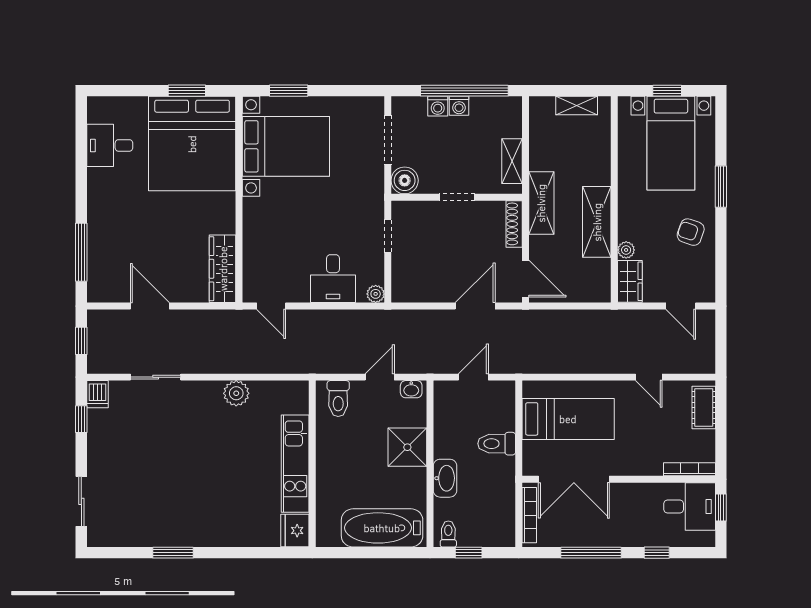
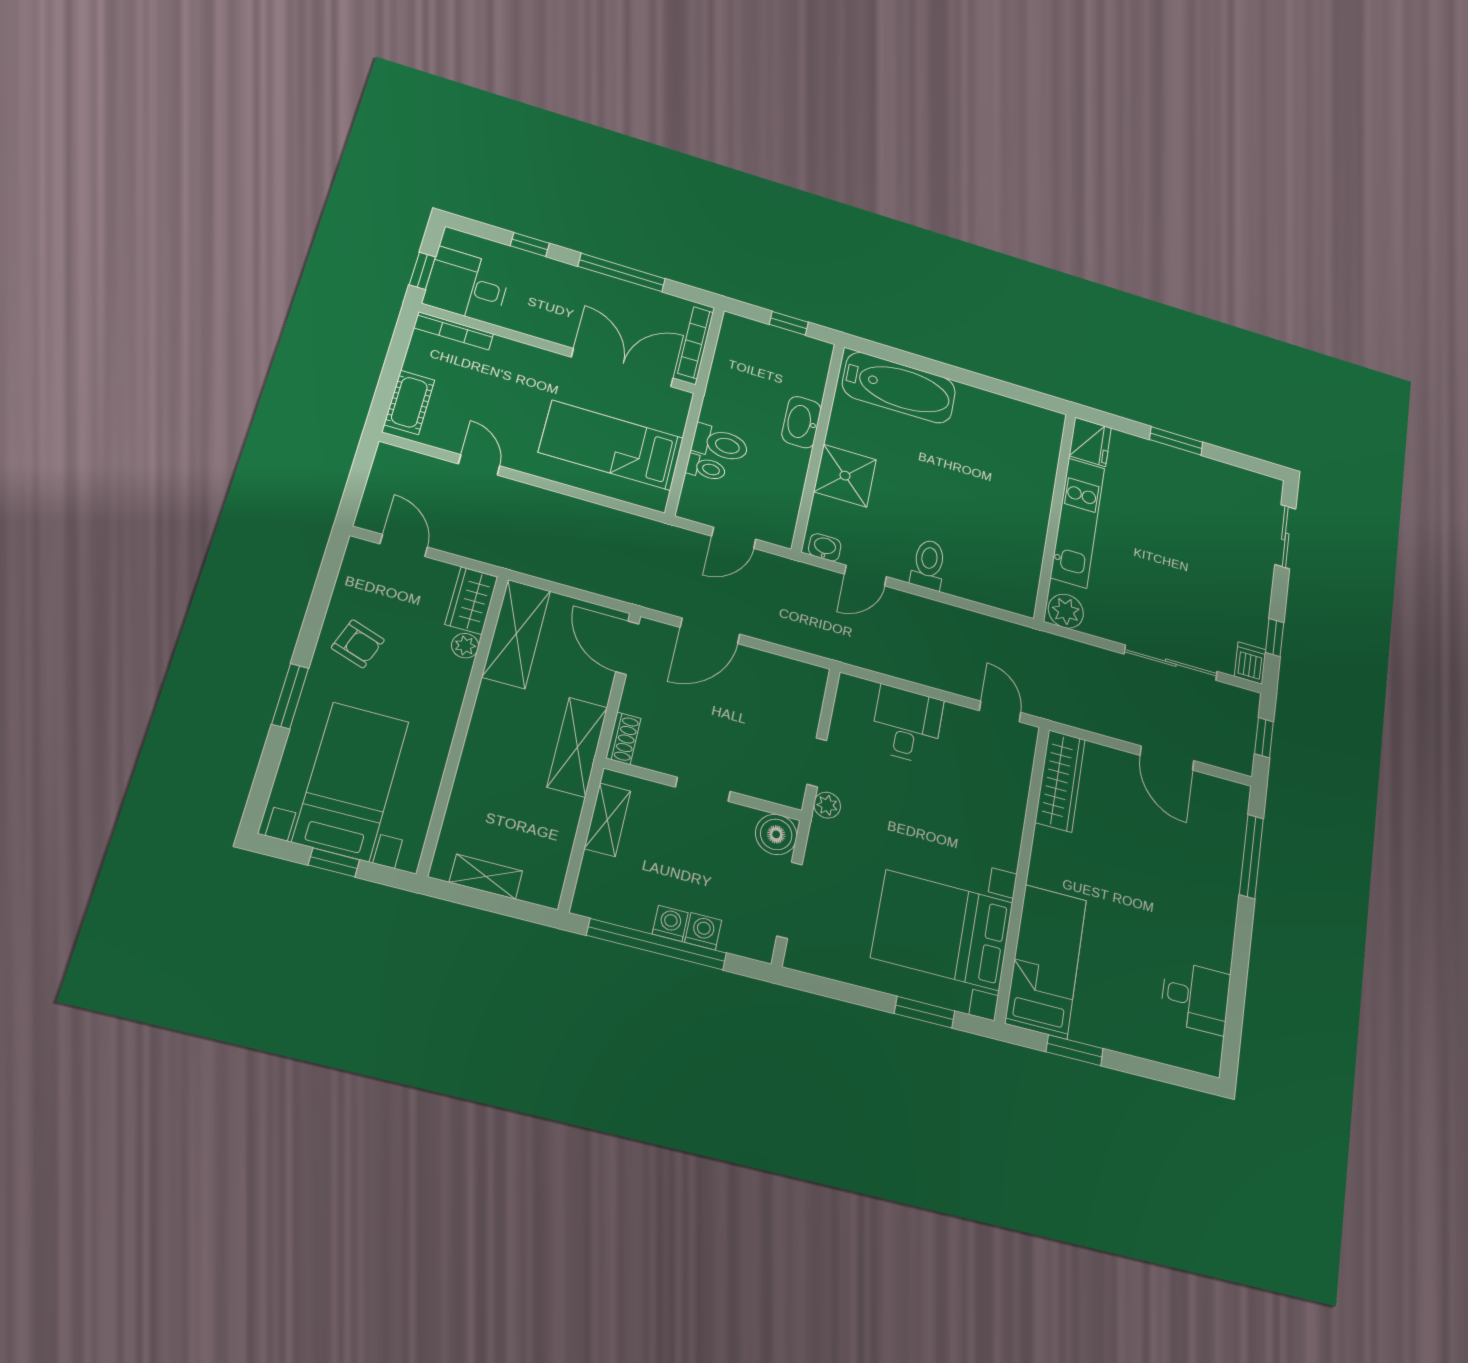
bed: (192, 144) -> (1046, 961), width x0.49
shelving: (597, 222) -> (516, 634), moved
shoe rack: (514, 224) -> (623, 738), width x0.70
plant: (376, 294) -> (827, 805), moved
sliding door: (156, 377) -> (1171, 663), width x1.37
kitchen unit: (295, 464) -> (1078, 523), moved
wall: (312, 464) -> (1055, 516), moved
fridge: (295, 531) -> (1090, 442), moved
toilet: (448, 534) -> (706, 468), moved, turned -90

